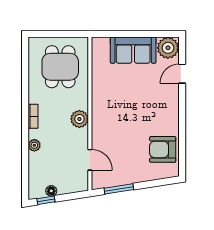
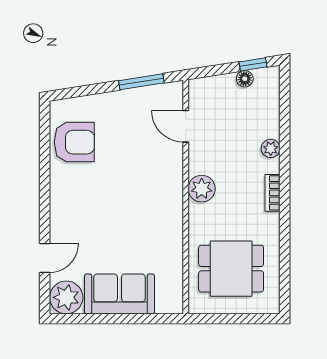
dining table: (60, 67) -> (231, 269), turned 90

